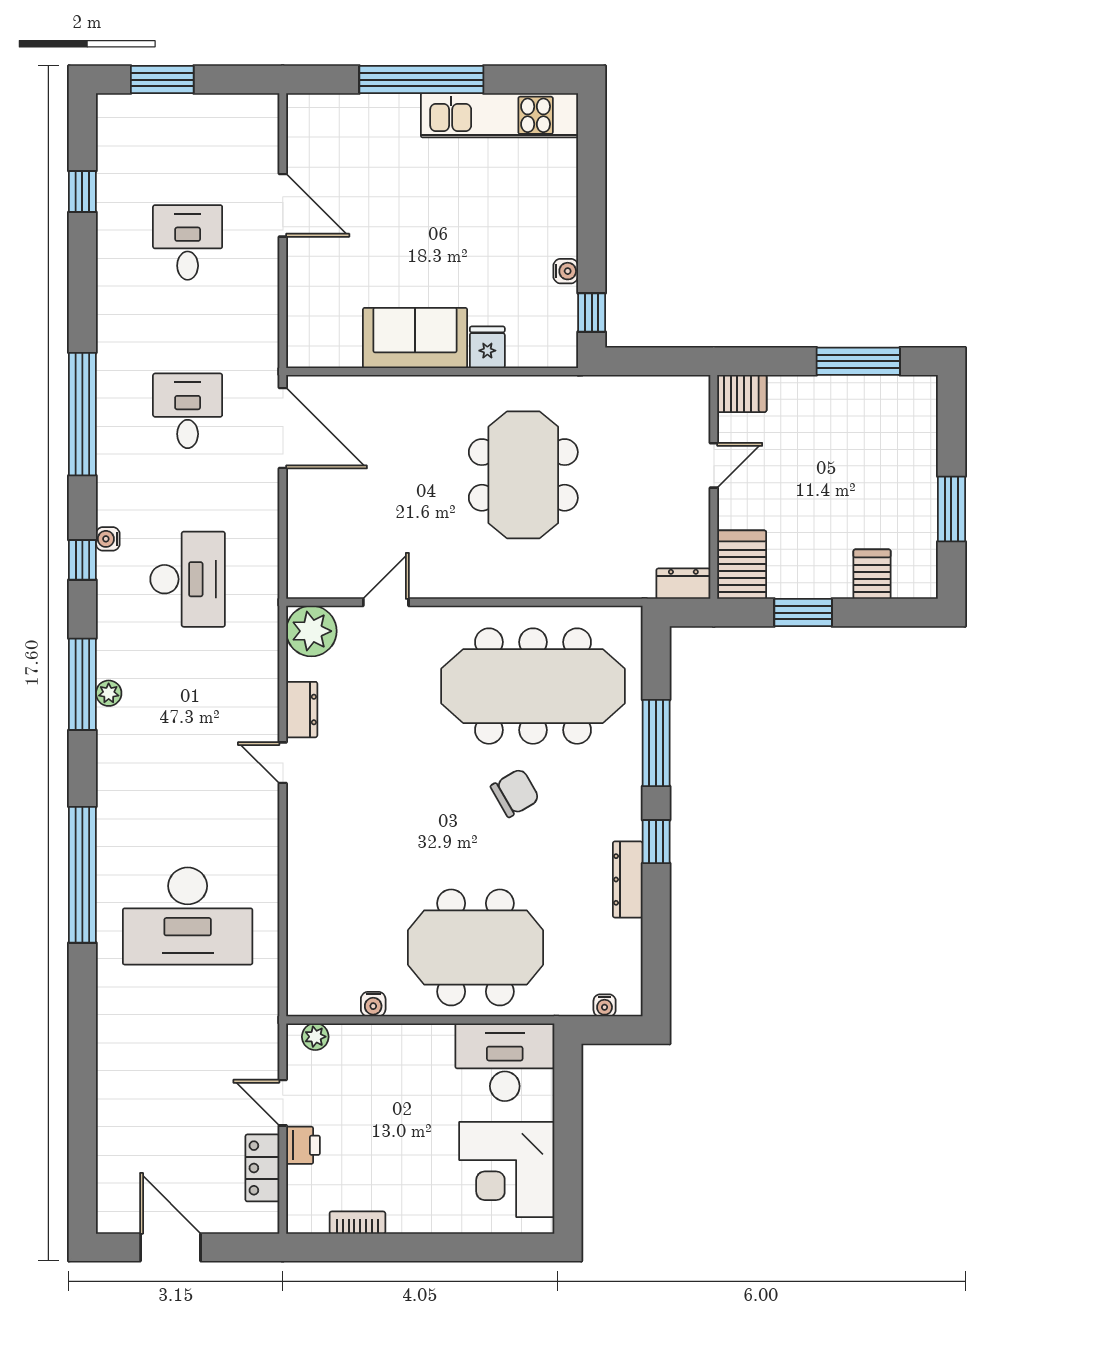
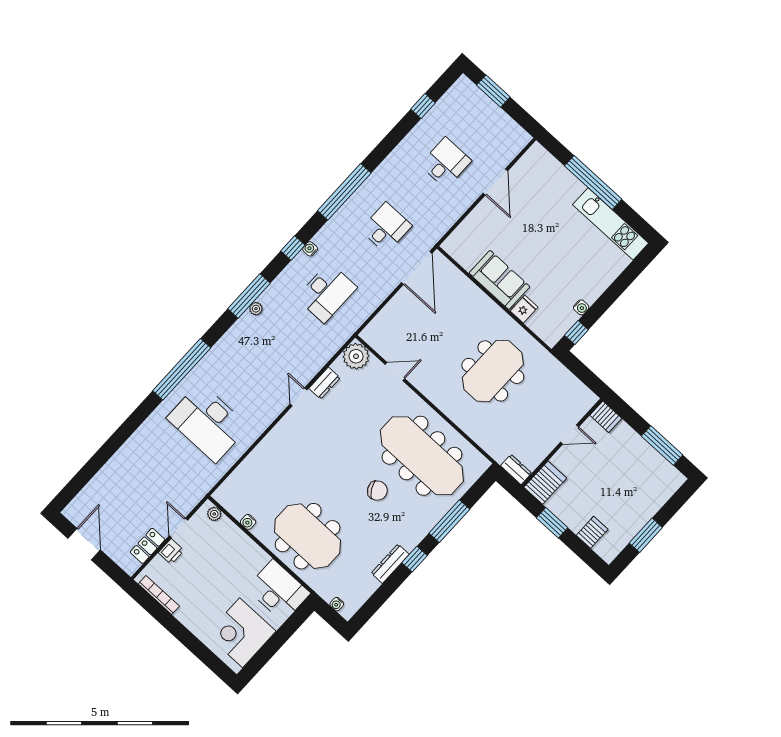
bookcase: (357, 1223) -> (159, 595), width x1.56

